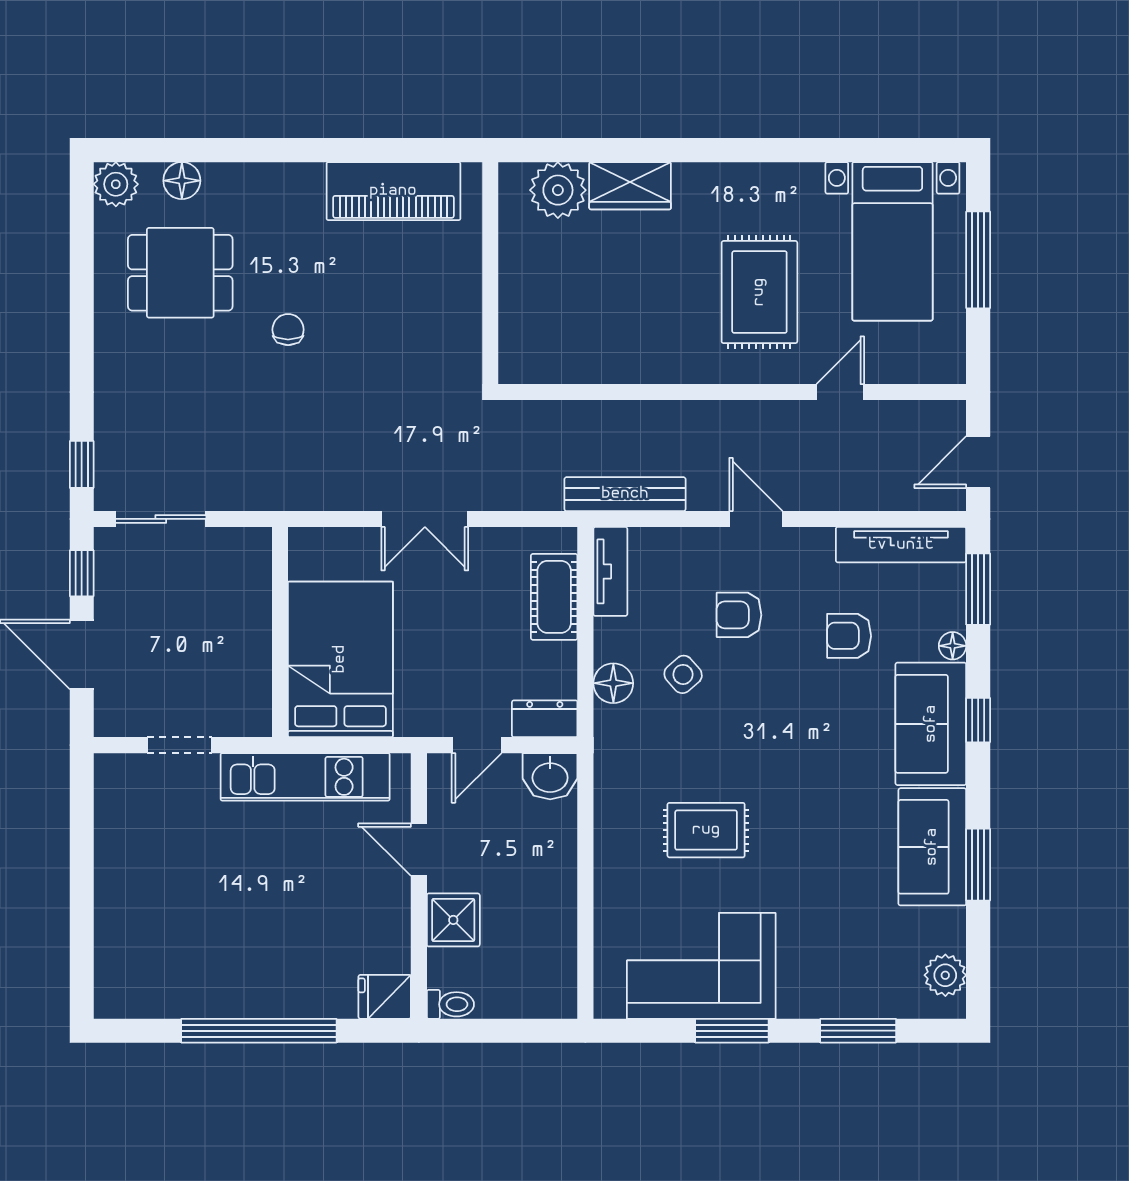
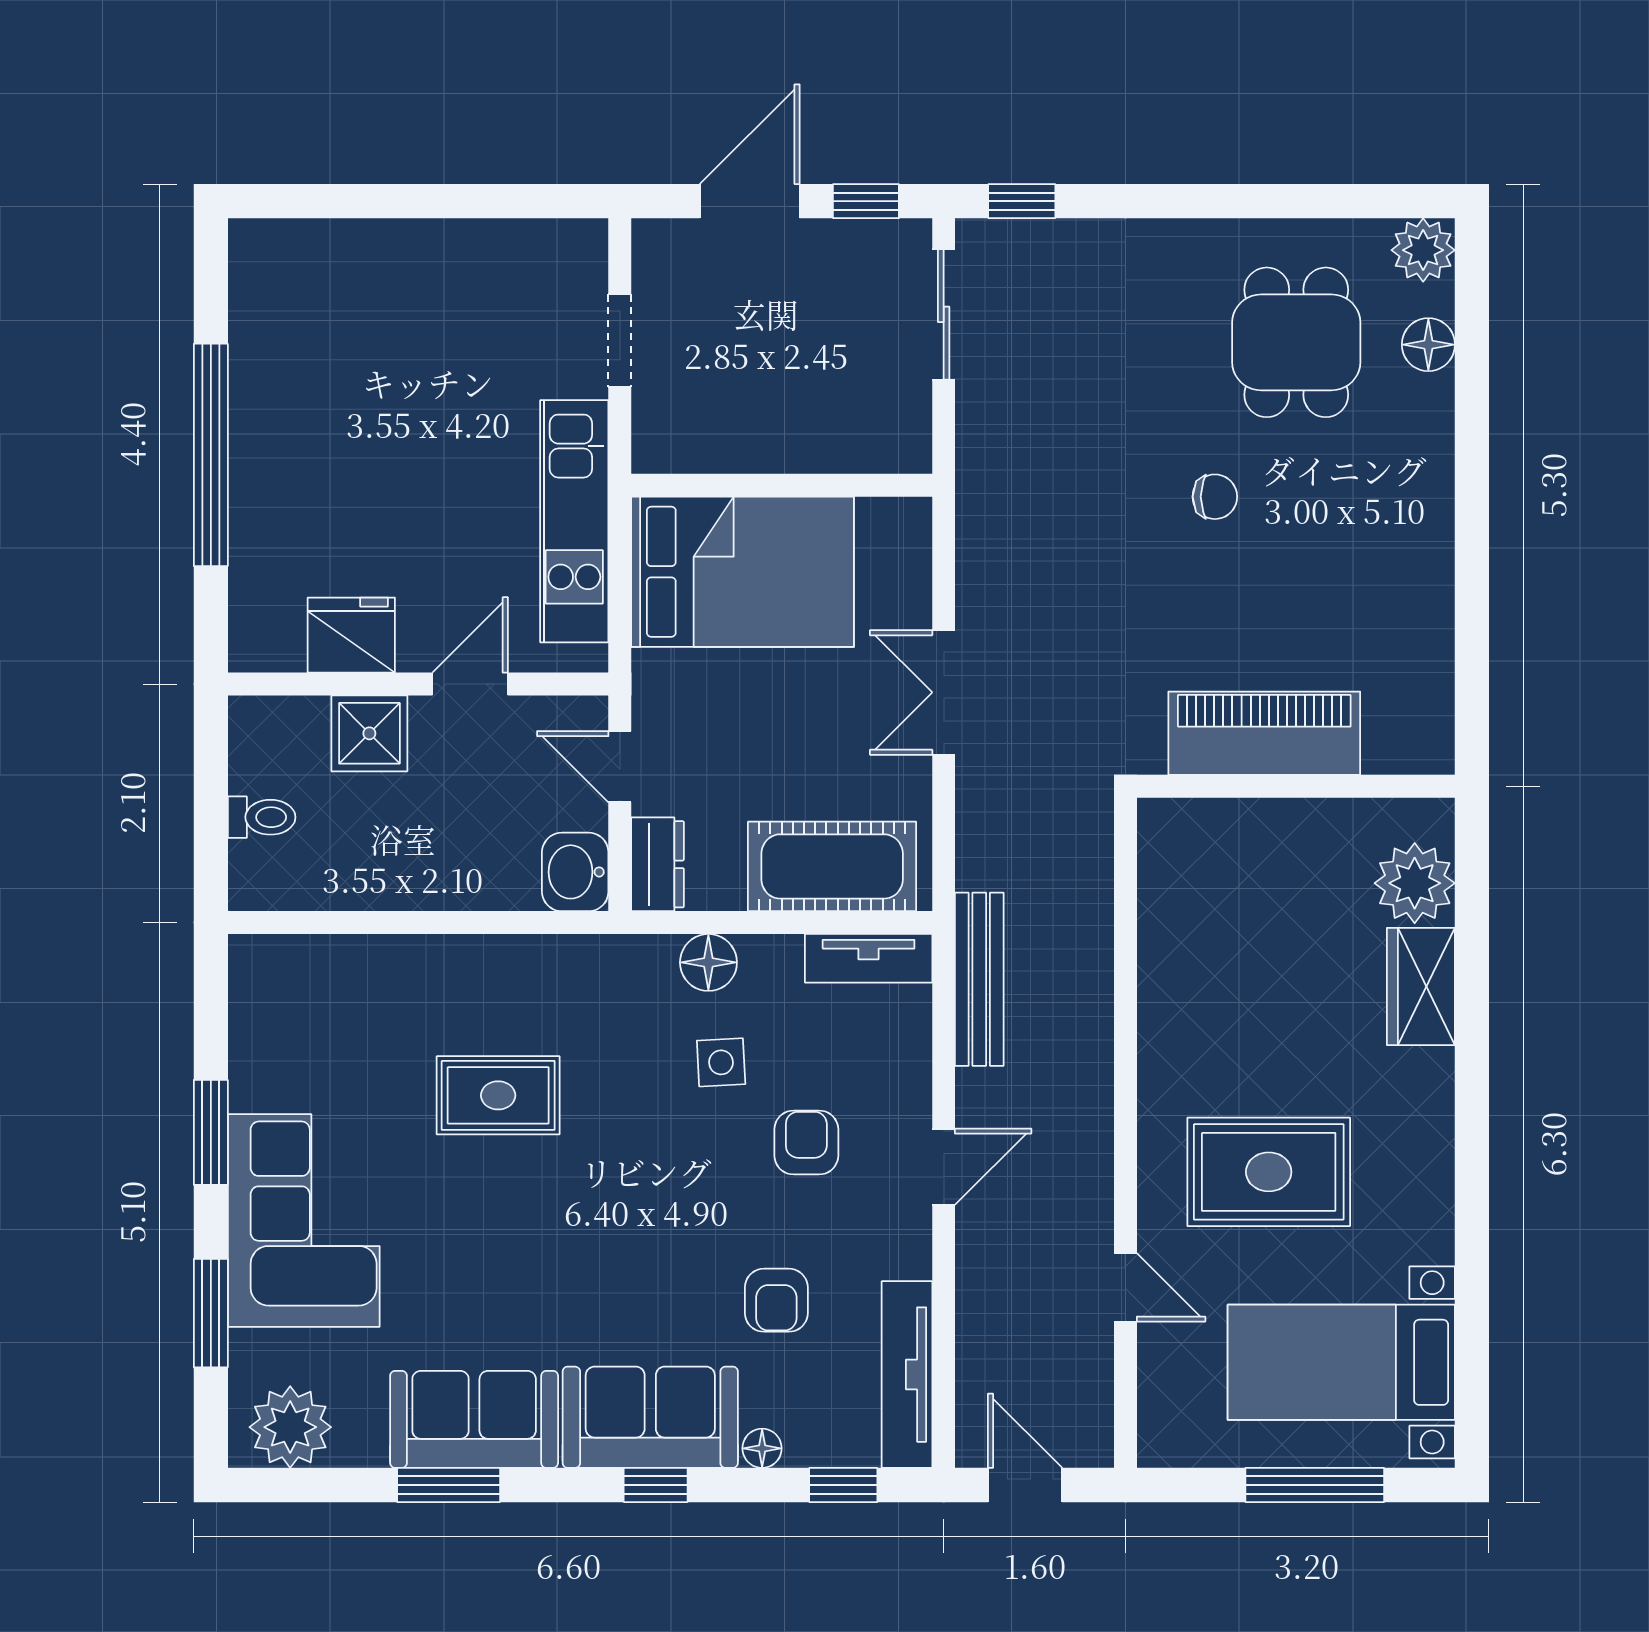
piano: (393, 191) -> (1264, 733), moved, turned 90
window: (978, 589) -> (843, 1485), width x0.67
cot: (554, 597) -> (832, 866), width x1.37, depth x1.34
armchair: (849, 636) -> (776, 1300), turned 180
side table: (683, 674) -> (721, 1062), turned 38
rug: (706, 830) -> (498, 1095), turned 90
corner sofa: (701, 966) -> (304, 1220), moved
plant: (945, 975) -> (290, 1427), width x1.36, depth x1.36
fridge: (385, 997) -> (351, 635), moved, width x1.38
toilet: (450, 1004) -> (262, 817), moved, turned -90

